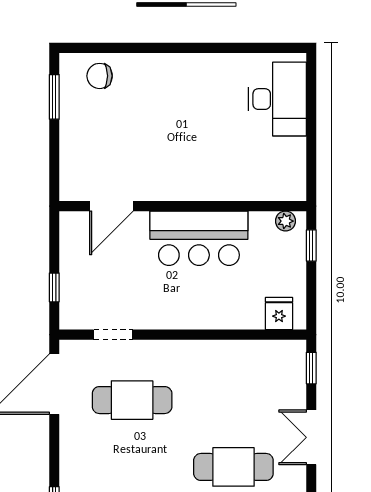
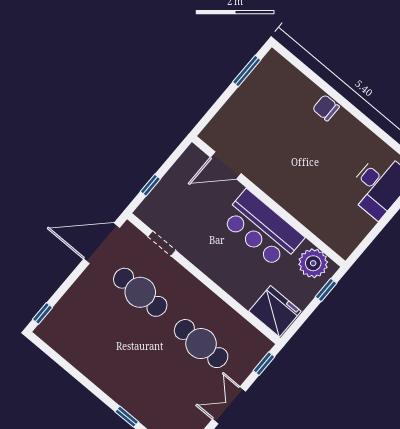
chair: (100, 76) -> (326, 108), moved
plant: (285, 221) -> (313, 263), width x1.88, depth x1.88
fridge: (279, 314) -> (275, 311), width x1.88, depth x1.34
cafe table: (233, 467) -> (201, 344), moved

